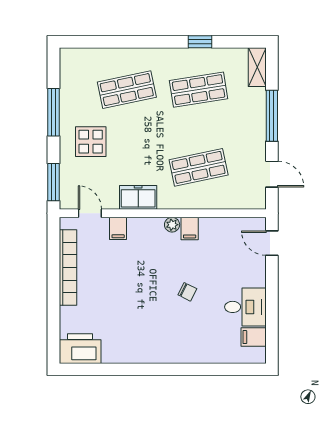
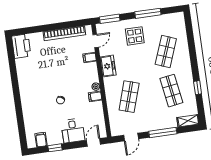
shop shelf: (127, 90) -> (166, 52), turned 33
shop shelf: (199, 167) -> (129, 97), turned 30
desk: (245, 307) -> (73, 131), moved
window: (272, 314) -> (55, 148), added

